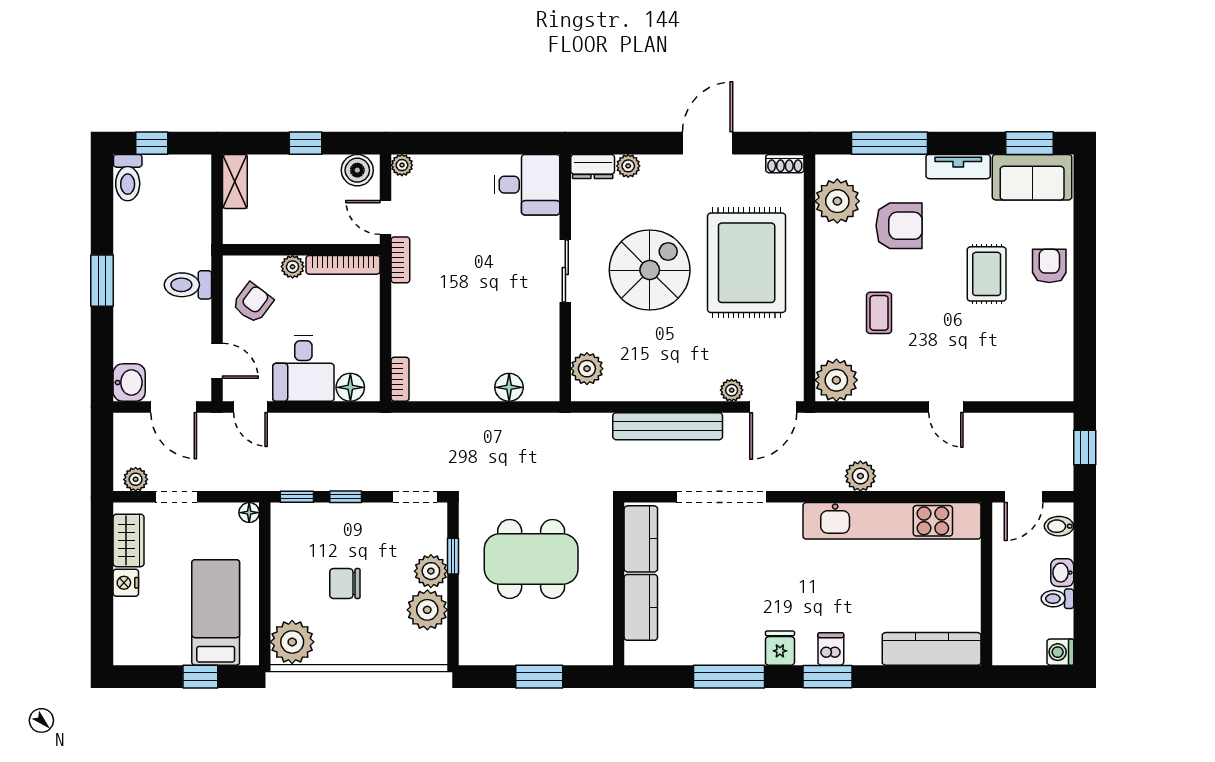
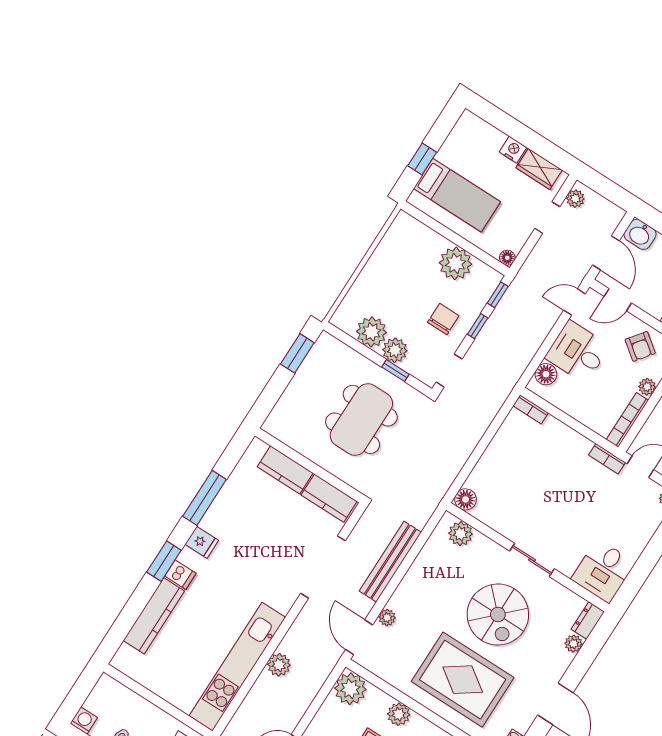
plant: (830, 309) -> (399, 714), added
floor lamp: (509, 387) -> (466, 499), moved
door: (174, 407) -> (606, 253), swing flipped
chair: (345, 584) -> (443, 319), moved
plant: (292, 642) -> (456, 263), moved
kitchen counter: (932, 649) -> (154, 616), moved
window: (539, 677) -> (297, 353), moved

